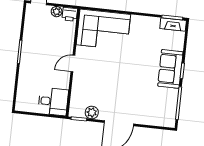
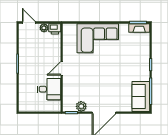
corner sofa: (103, 30) -> (98, 38), moved
sofa: (170, 69) -> (141, 96), moved
desk: (53, 102) -> (49, 89), moved

